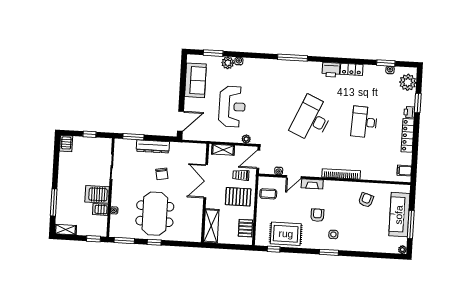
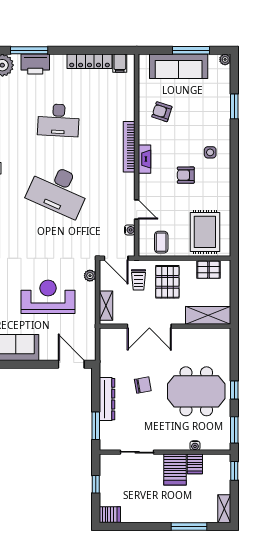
window: (418, 103) -> (29, 50), width x1.44
printer: (409, 112) -> (35, 64), width x1.87, depth x1.48
locker: (408, 135) -> (90, 61), moved
fireplace: (312, 184) -> (145, 159), moved
rug: (286, 234) -> (205, 232), moved
window: (274, 249) -> (234, 231), removed
window: (329, 252) -> (234, 106), moved

